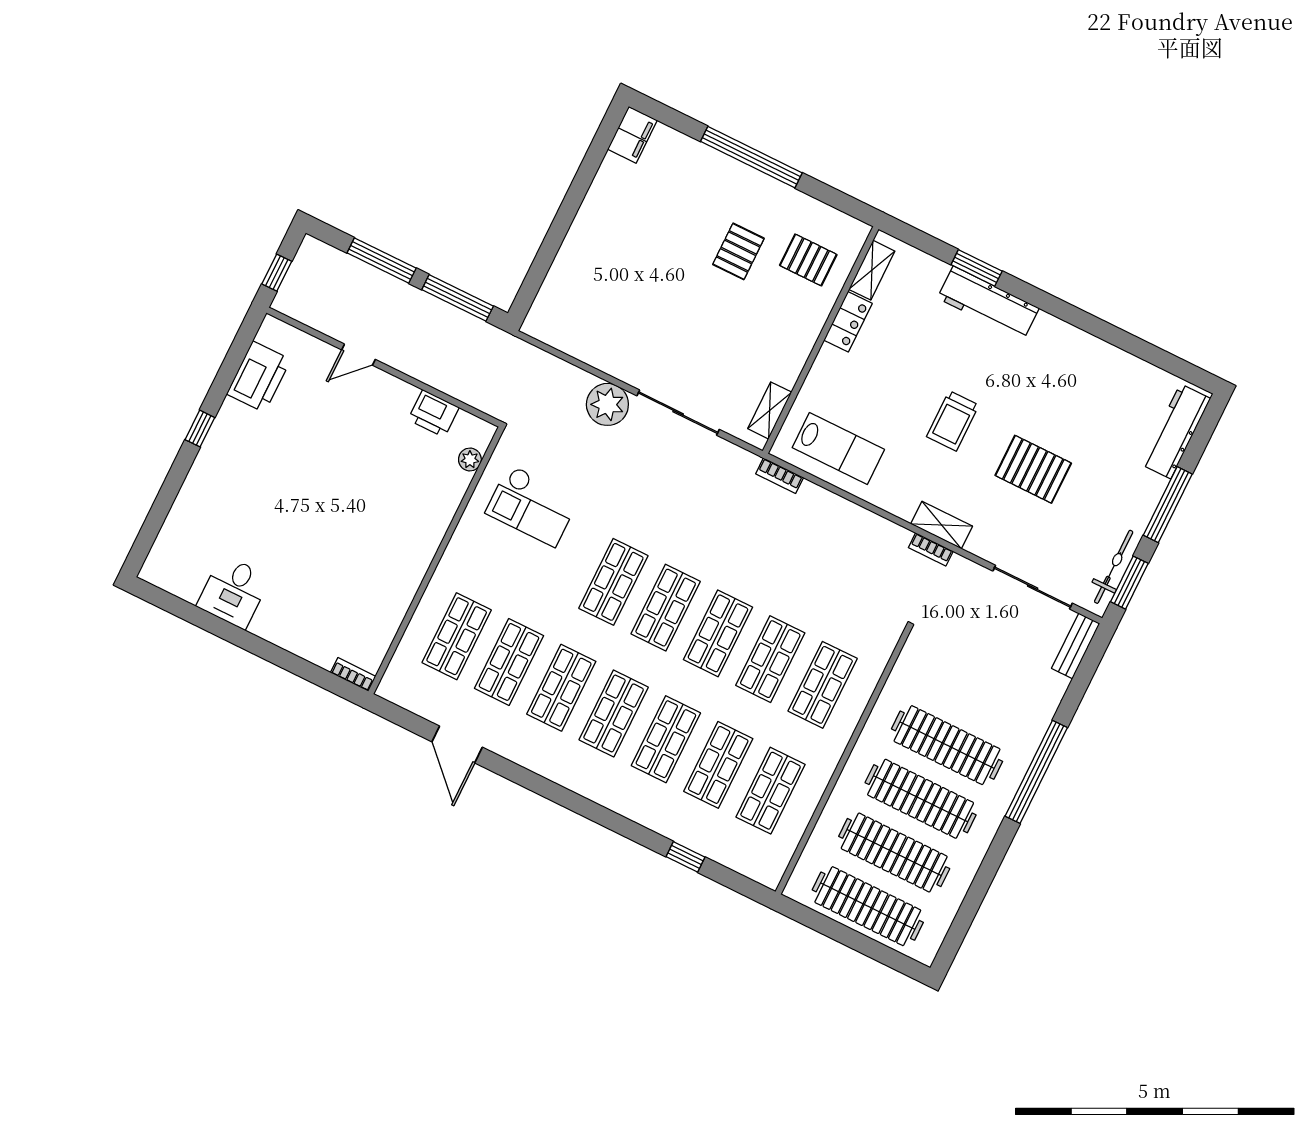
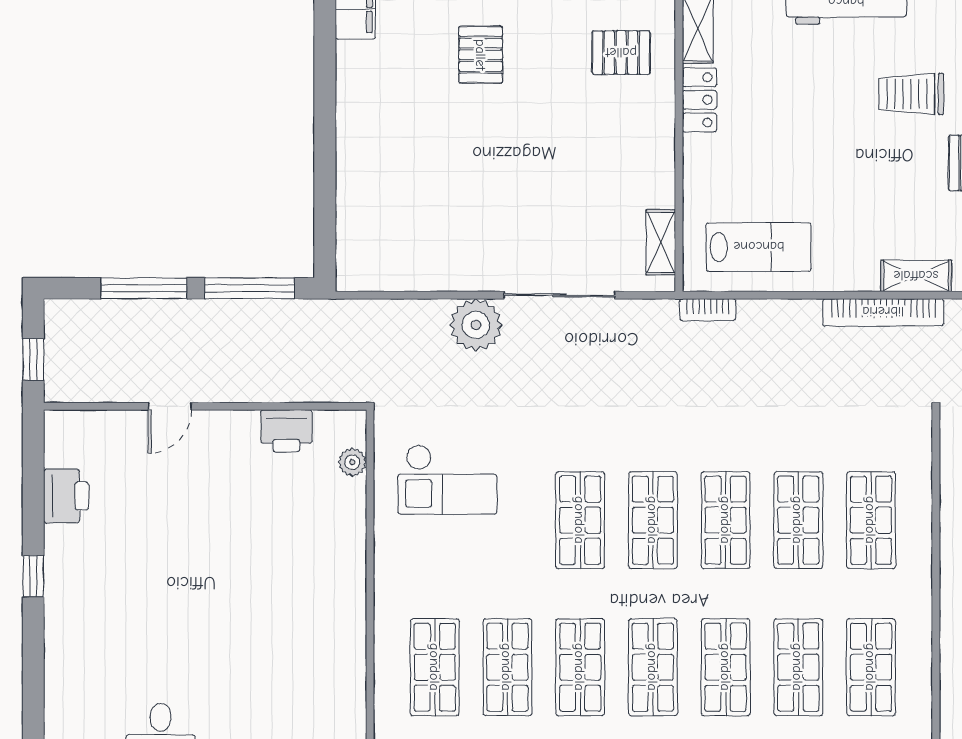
pallet: (738, 251) -> (481, 55), moved
printer: (259, 377) -> (66, 496), width x0.73, depth x0.84
trolley: (953, 421) -> (911, 94), moved, turned 90
bookcase: (931, 549) -> (883, 312), width x2.31, depth x1.31

